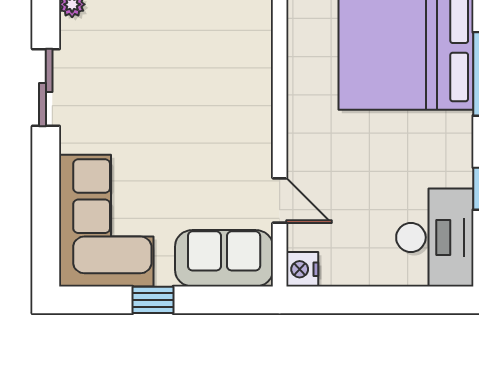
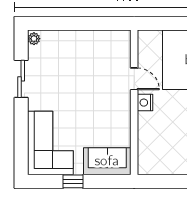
door: (280, 200) -> (134, 79), moved
nightstand: (302, 269) -> (145, 103), moved

